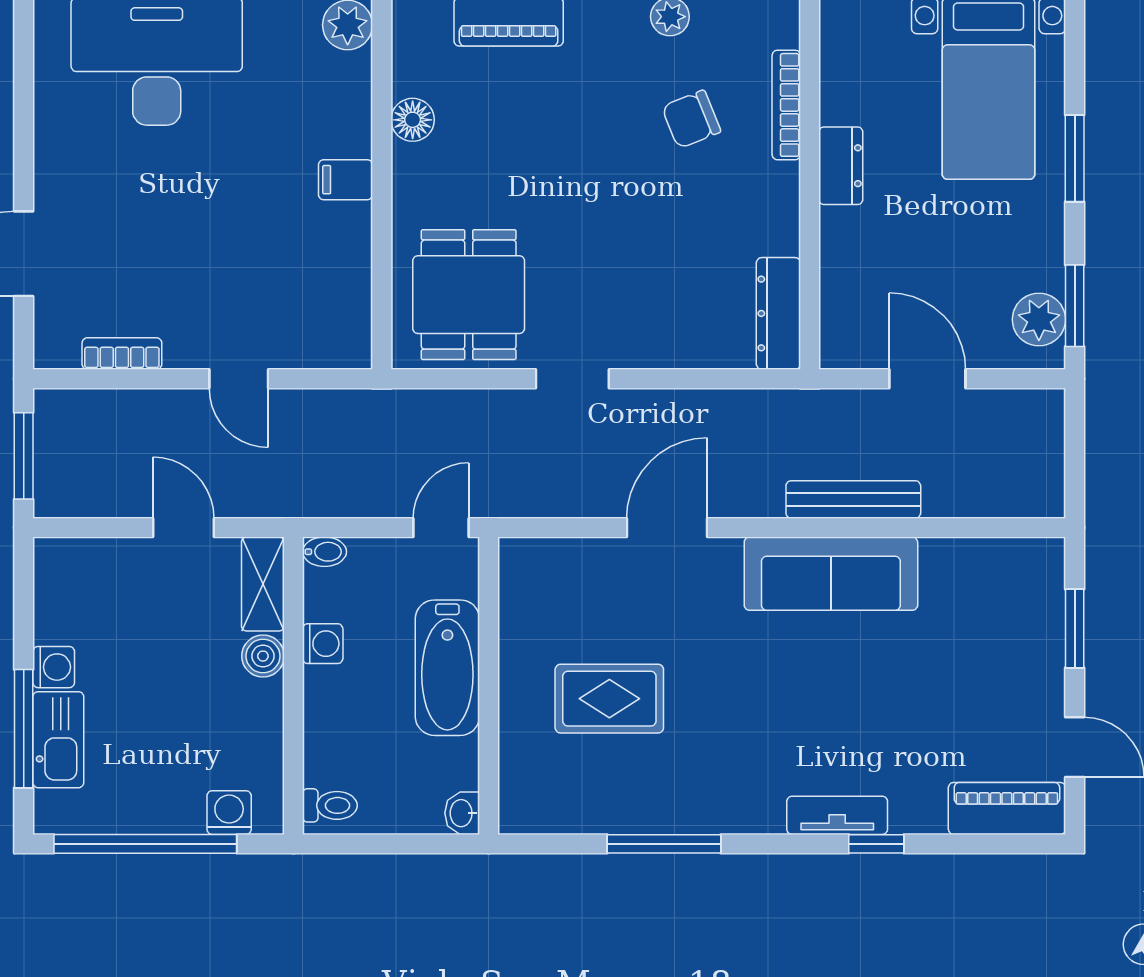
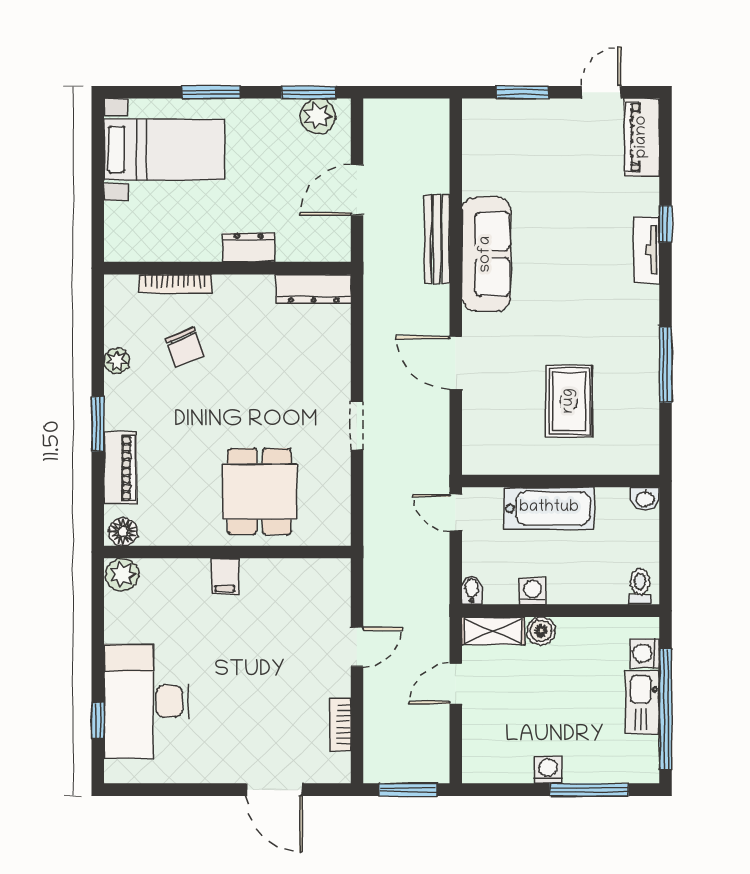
floor lamp: (413, 120) -> (123, 532), moved
dresser: (841, 166) -> (249, 247), moved
dining table: (469, 295) -> (260, 491), moved, turned 90
kitchen sink: (58, 740) -> (642, 702), moved, turned -90

